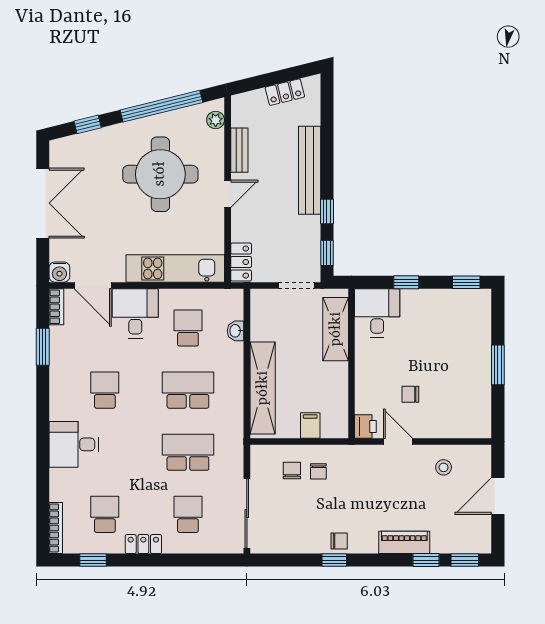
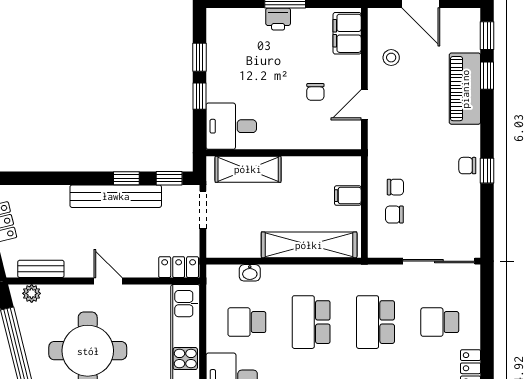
bench: (239, 150) -> (41, 269), moved
bench: (310, 170) -> (116, 196), moved
window: (466, 282) -> (200, 57), moved
filing cabinet: (467, 425) -> (347, 33), added
printer: (365, 426) -> (278, 19), moved, turned 180
chair: (339, 541) -> (467, 166), turned -90
piano: (404, 542) -> (465, 89), width x1.37, depth x1.33

